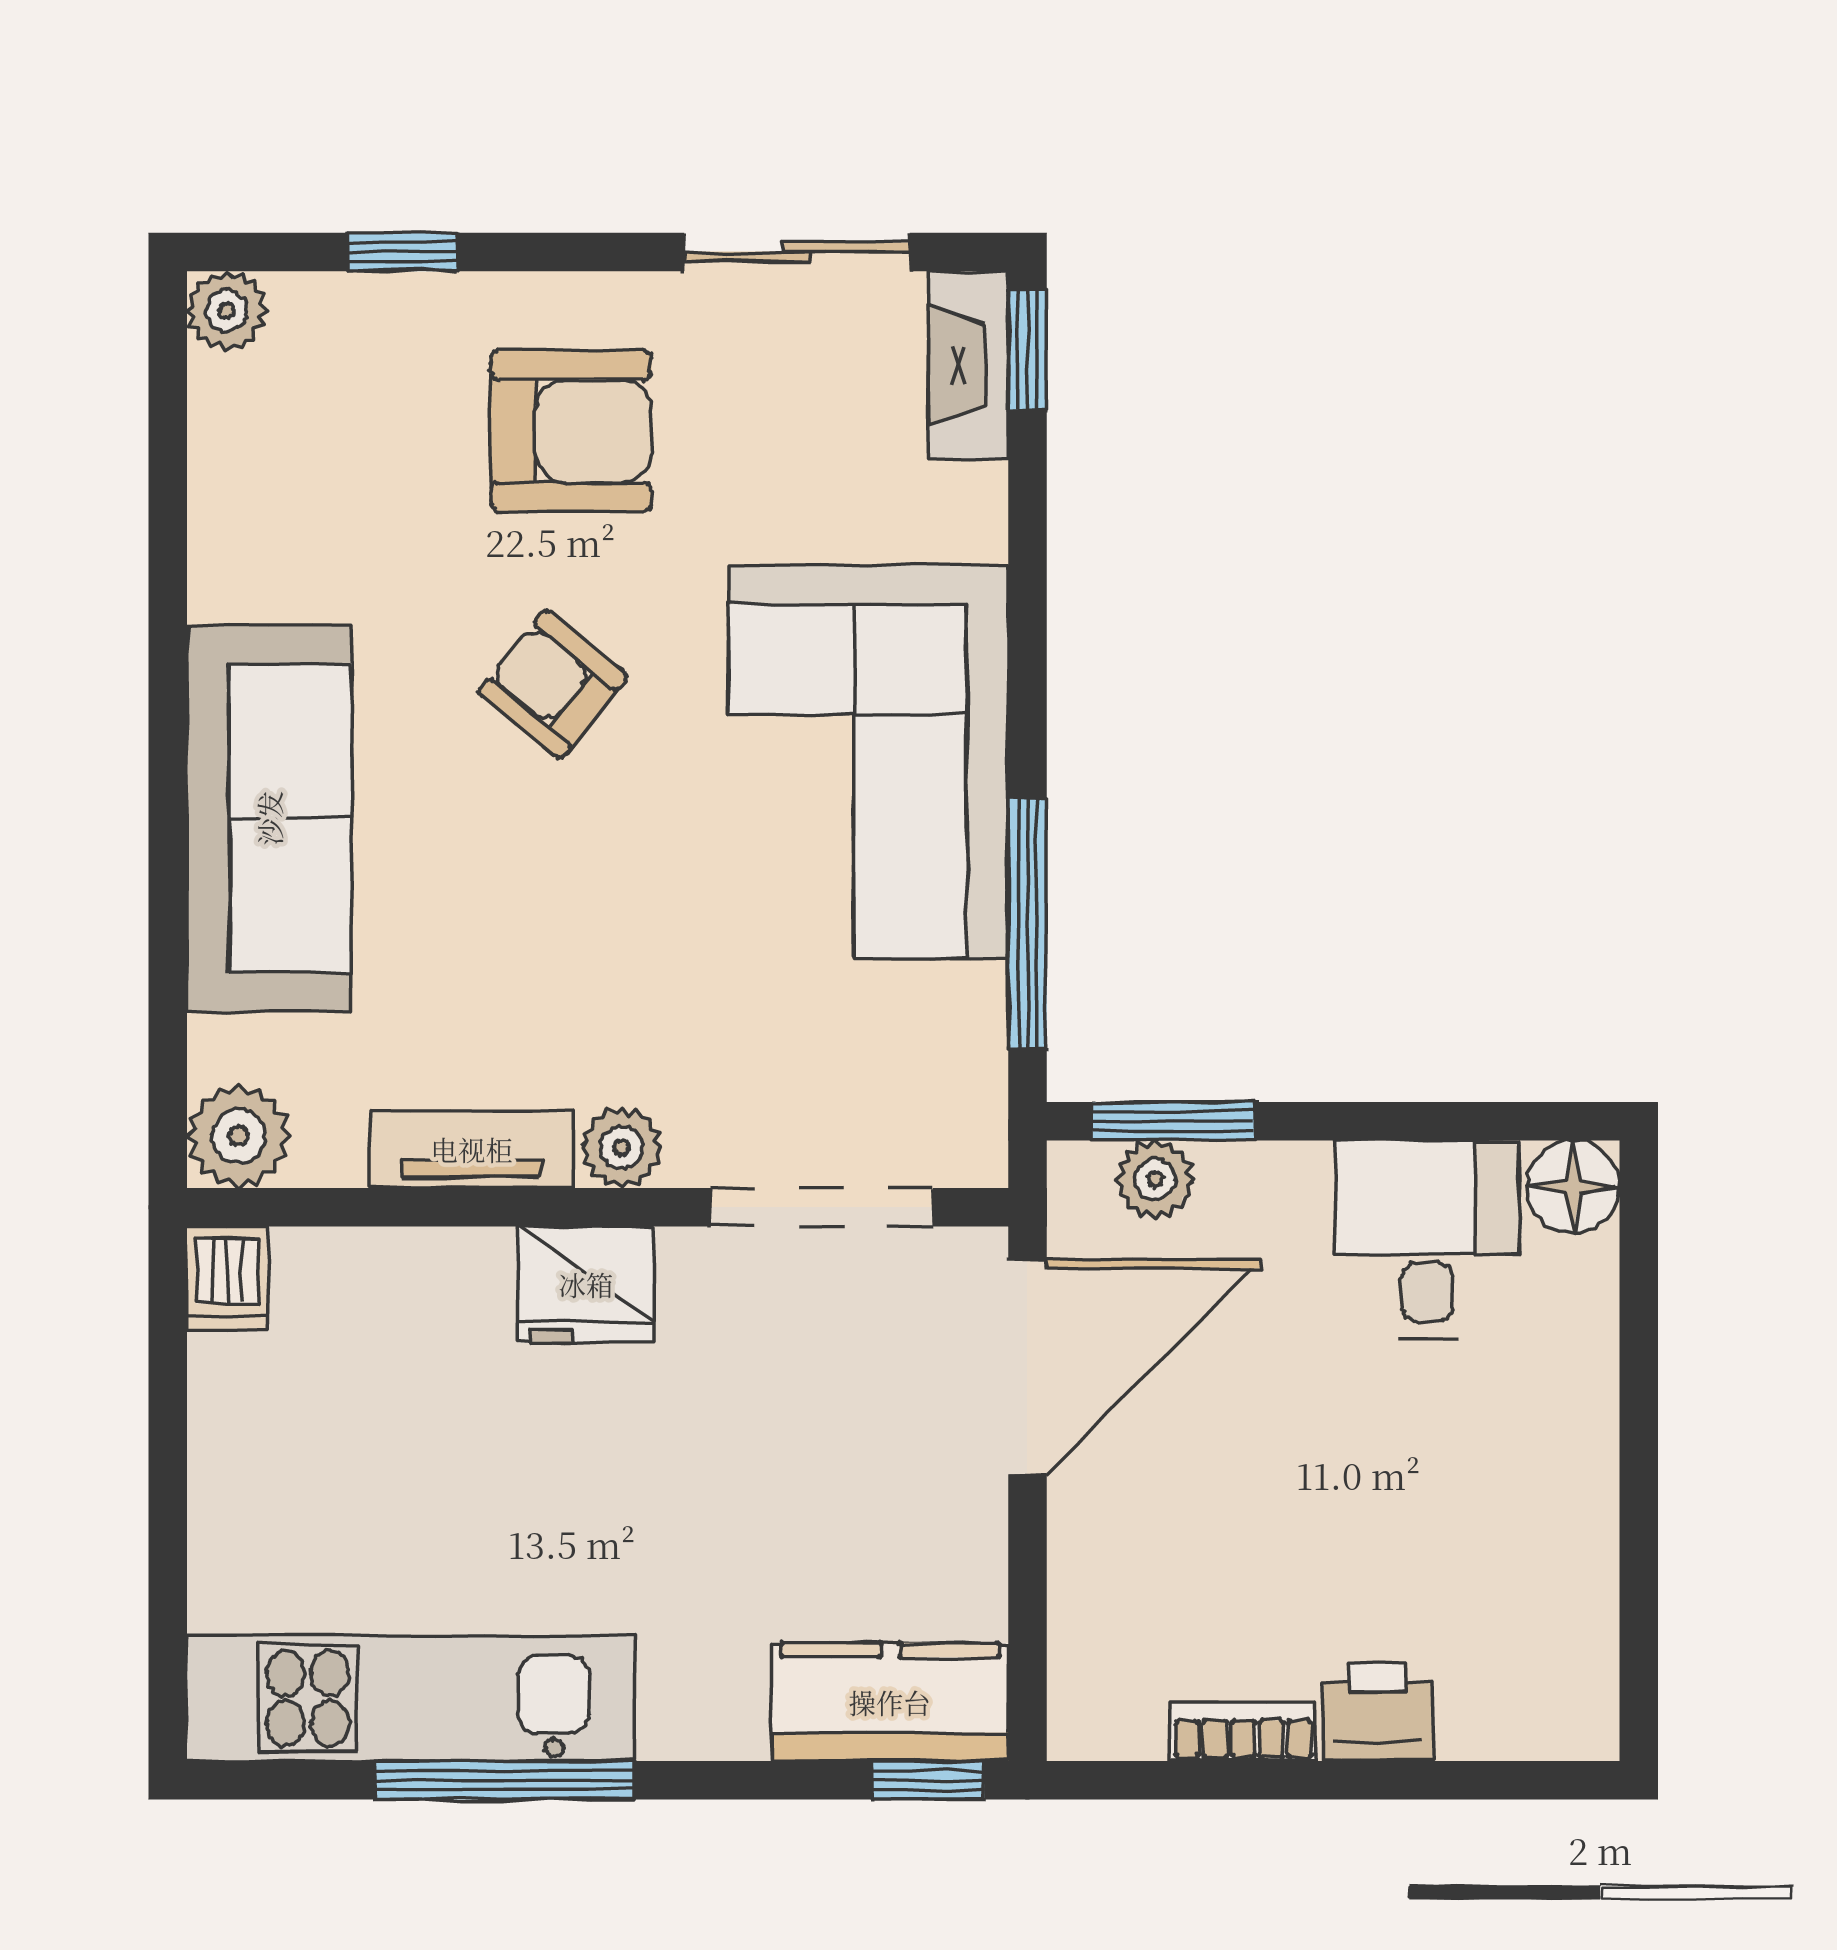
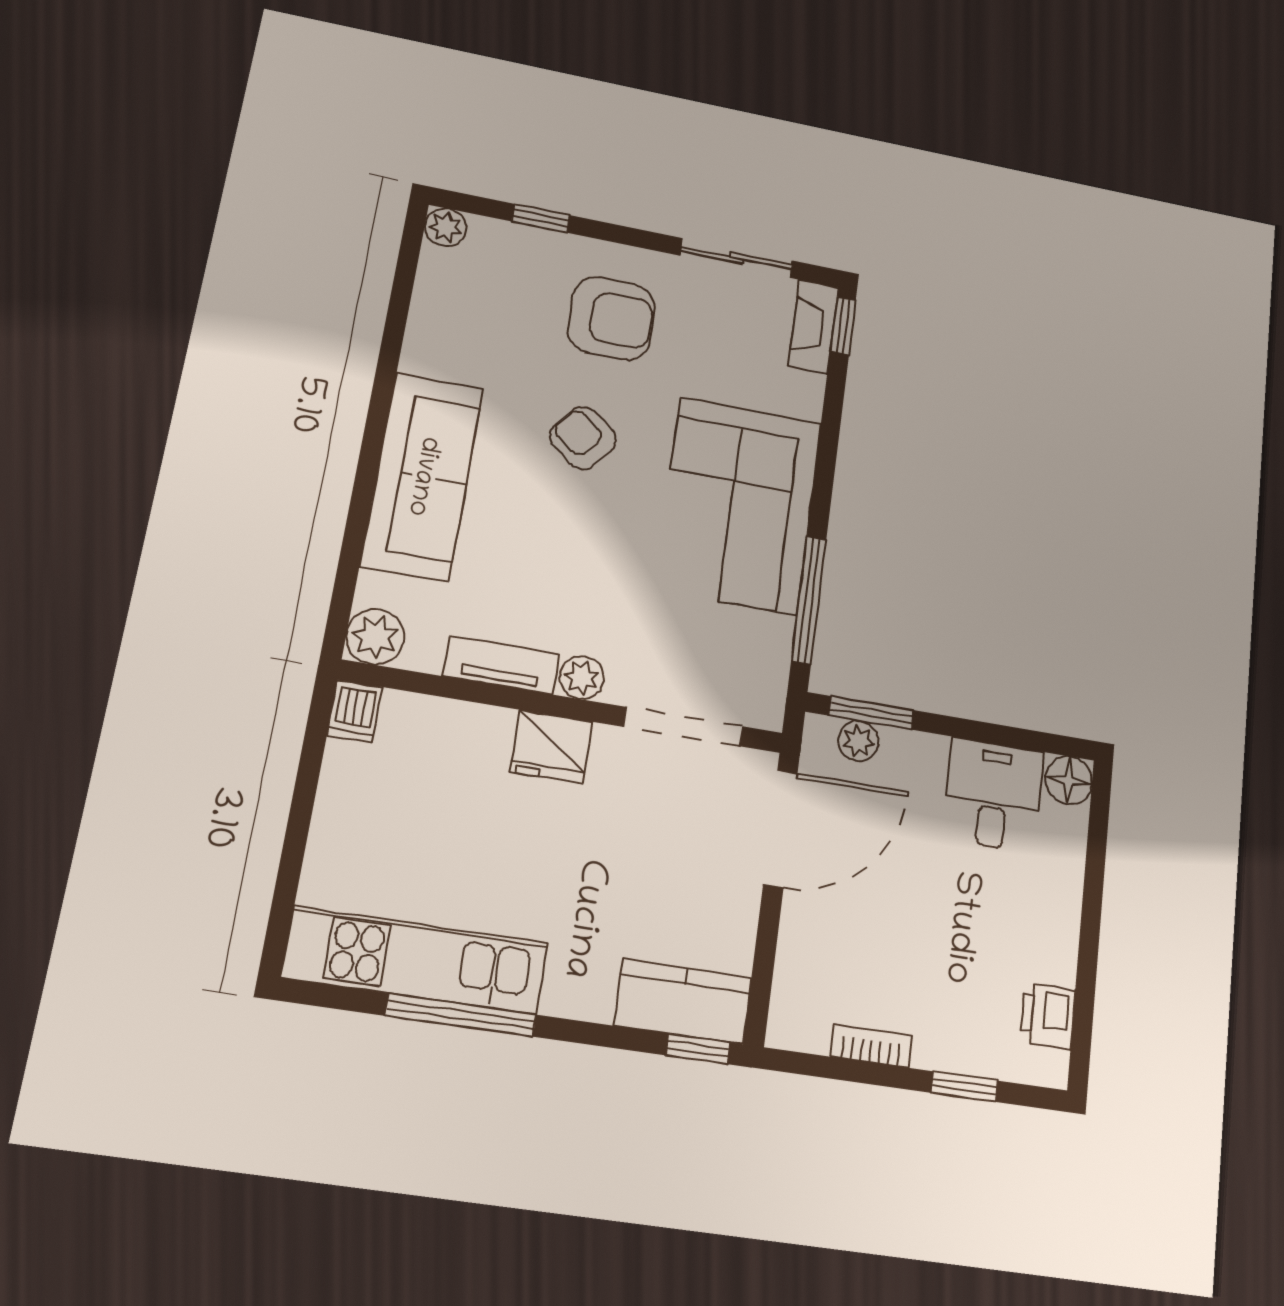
printer: (1378, 1712) -> (1048, 1016), moved, turned -90
window: (1424, 1780) -> (964, 1087), added

